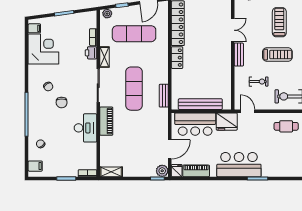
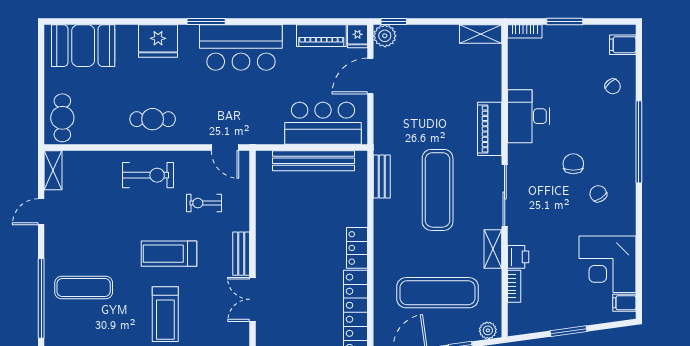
fridge: (227, 122) -> (158, 41), moved, turned 180

